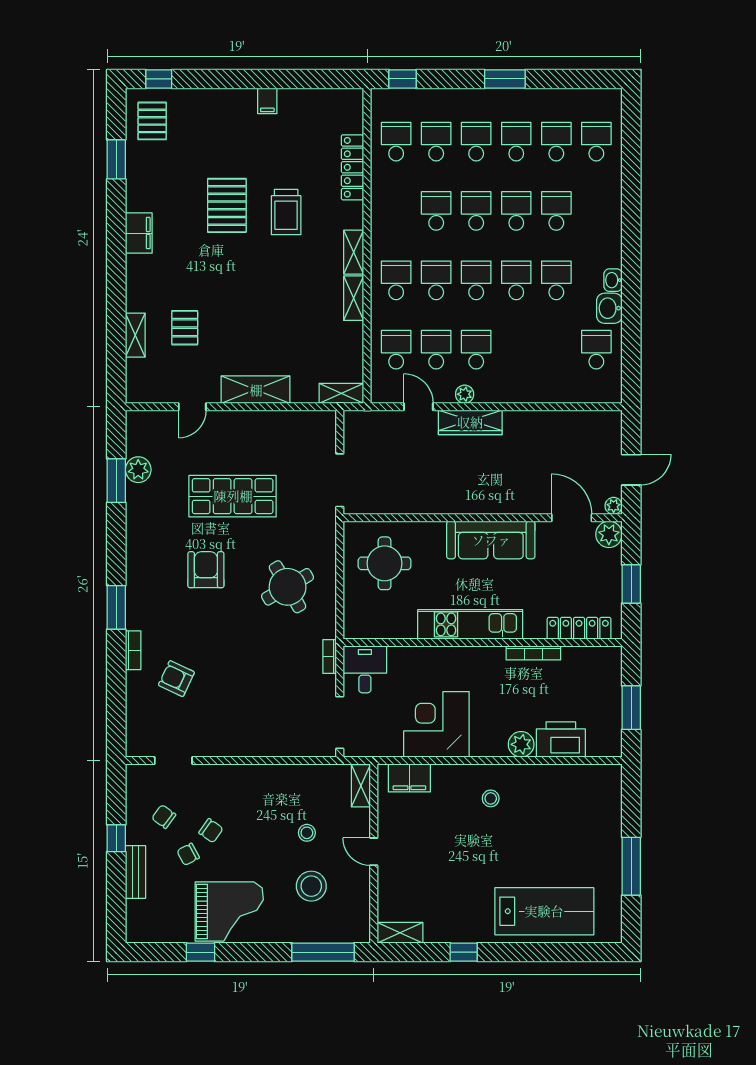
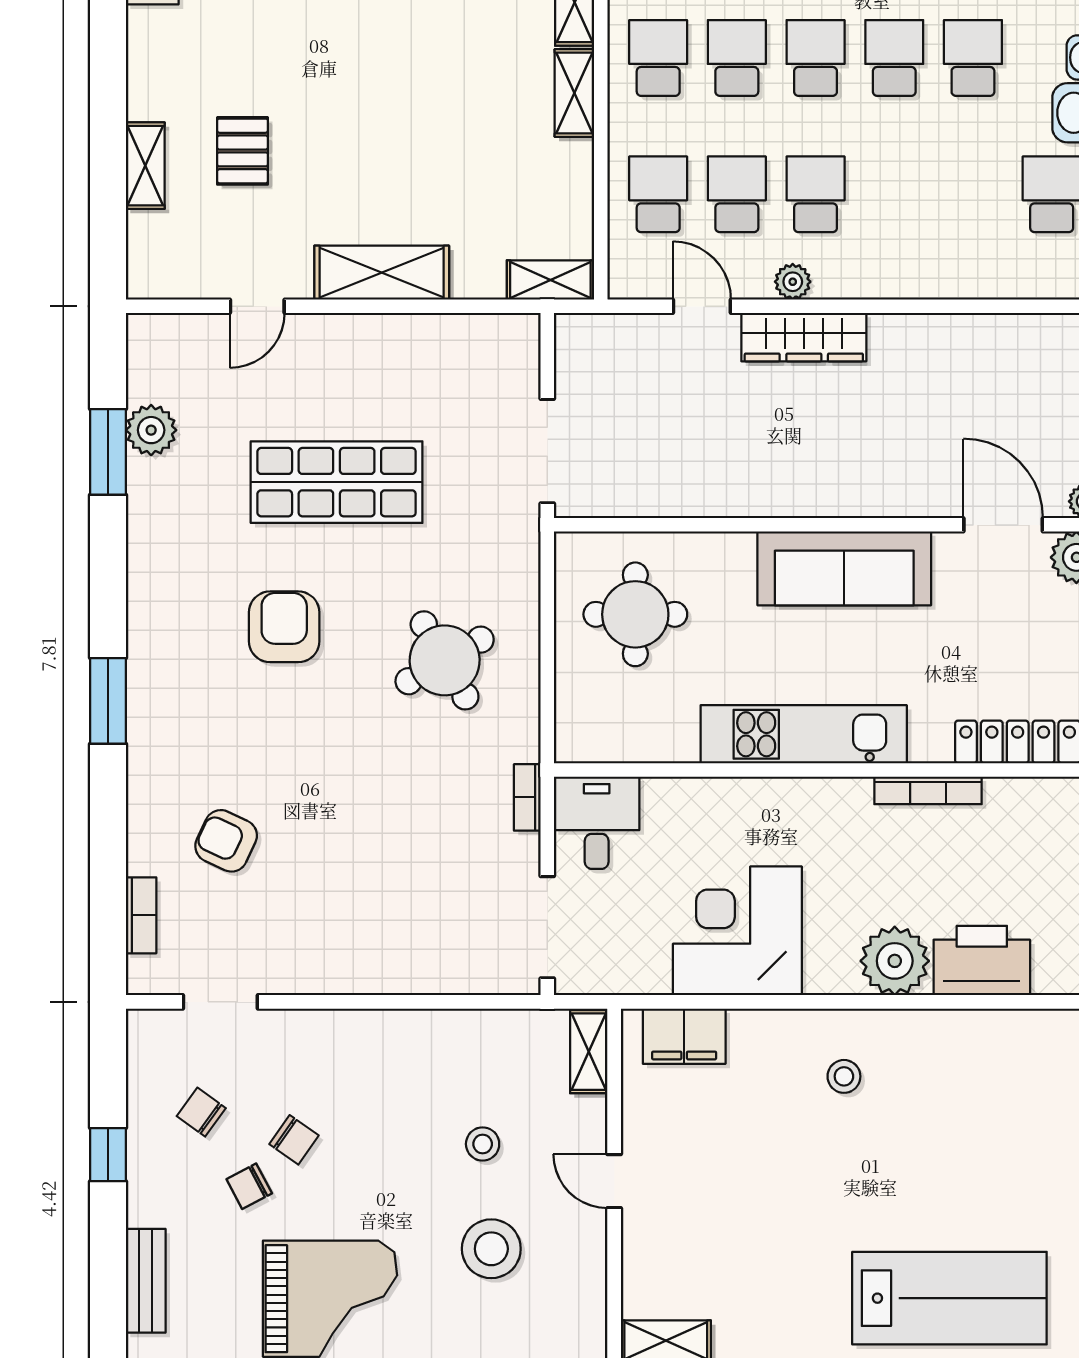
bookcase: (133, 650) -> (141, 915), moved
plant: (521, 744) -> (895, 961), width x1.36, depth x1.36
bench: (135, 872) -> (146, 1281), moved

